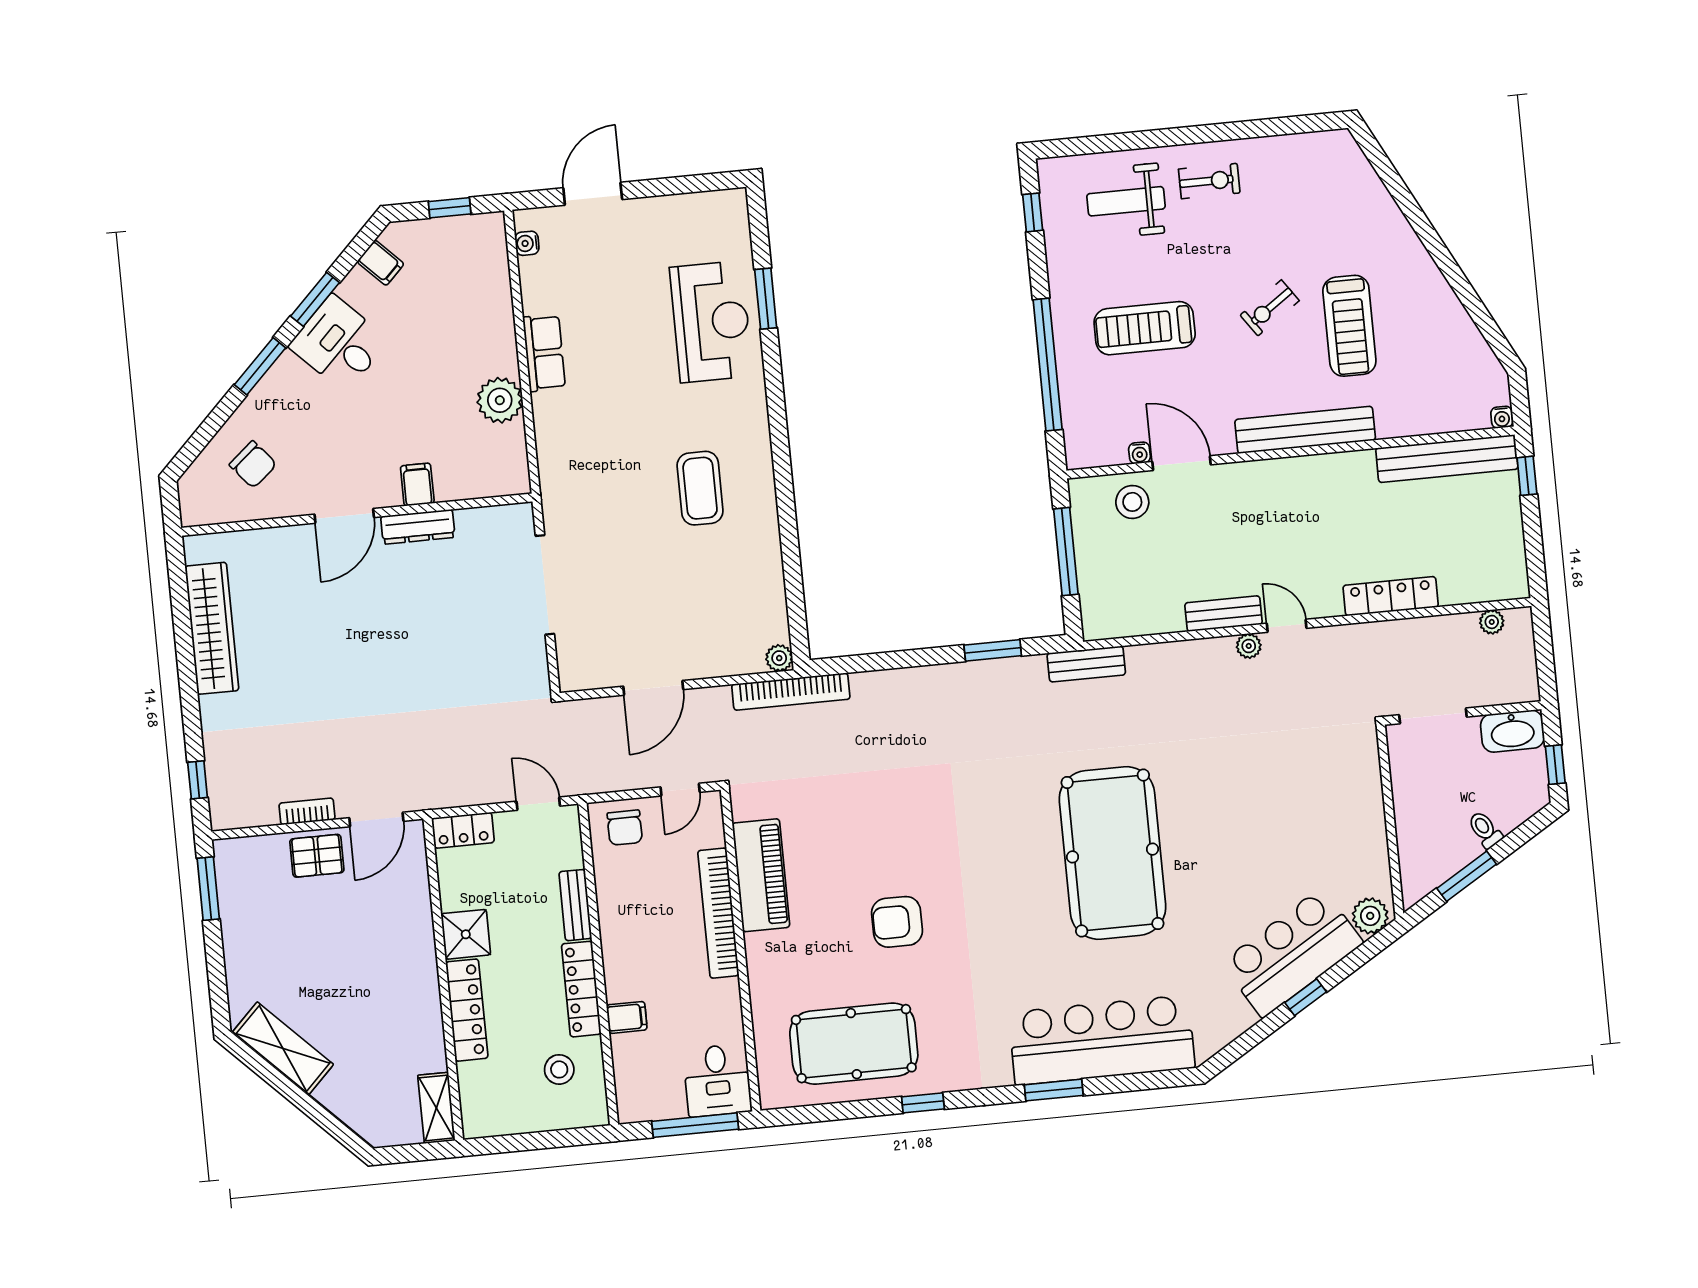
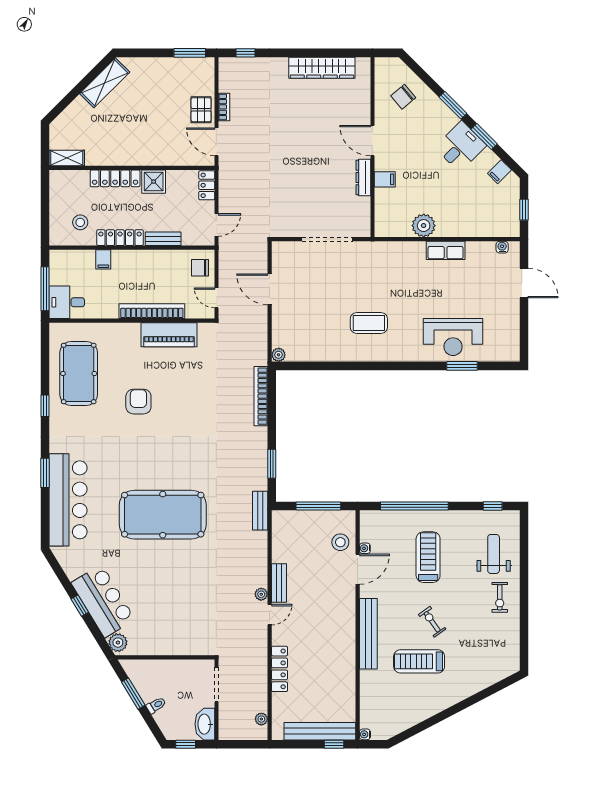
bench: (1447, 459) -> (320, 731), moved, turned 90
bookcase: (791, 692) -> (261, 396), moved

